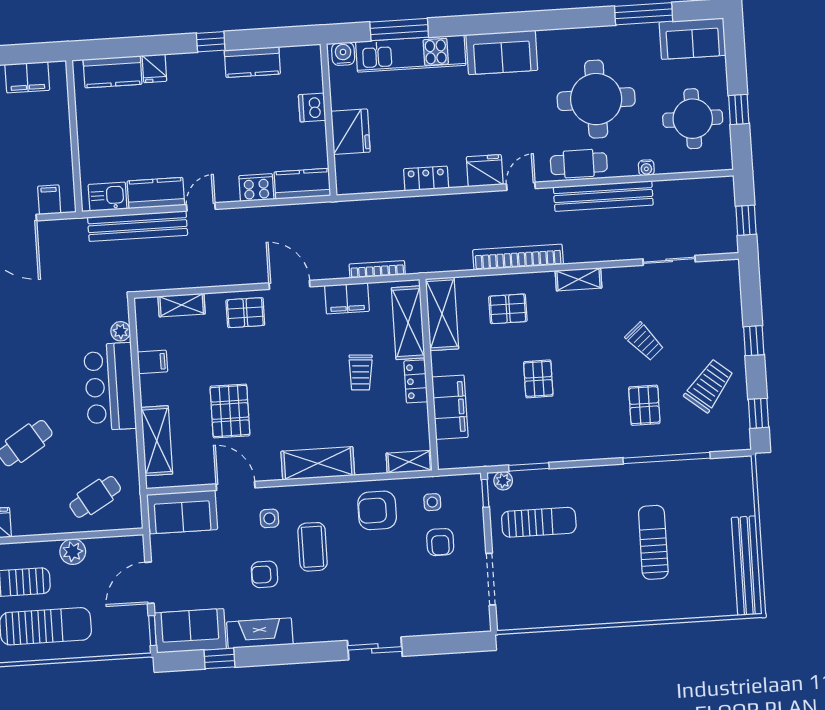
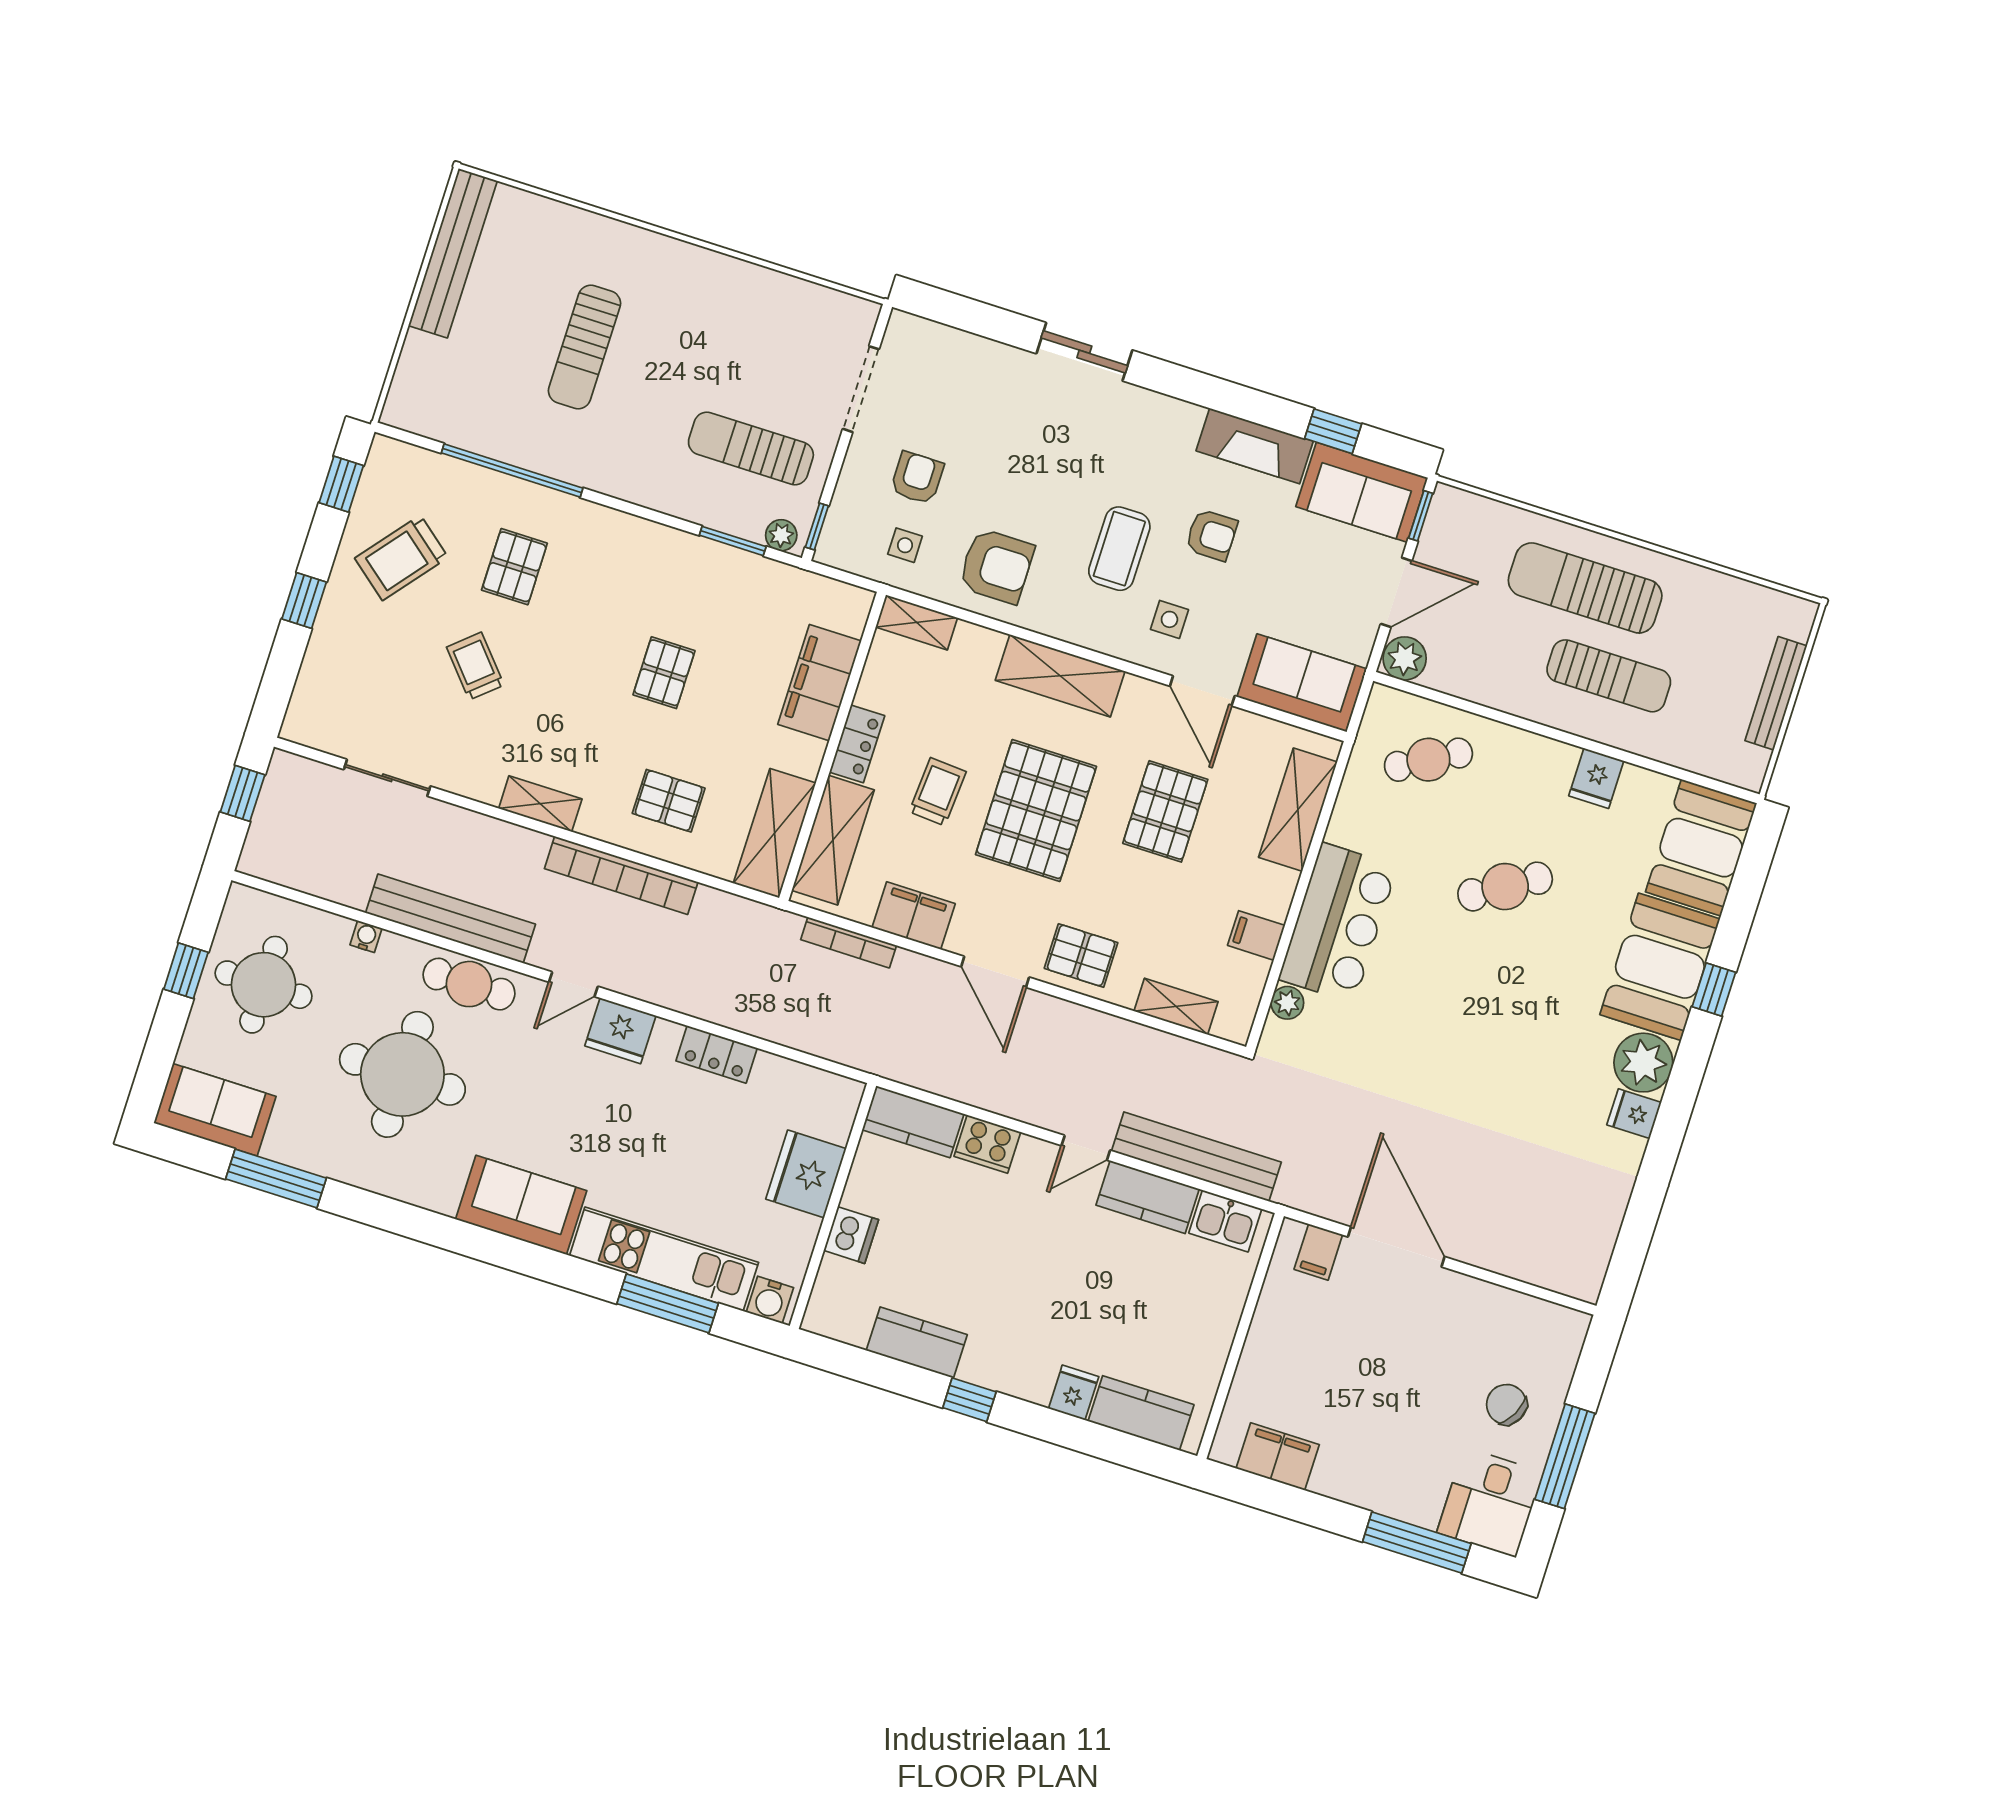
pallet: (302, 383) -> (1036, 811), added
plant: (73, 552) -> (1405, 658), moved

